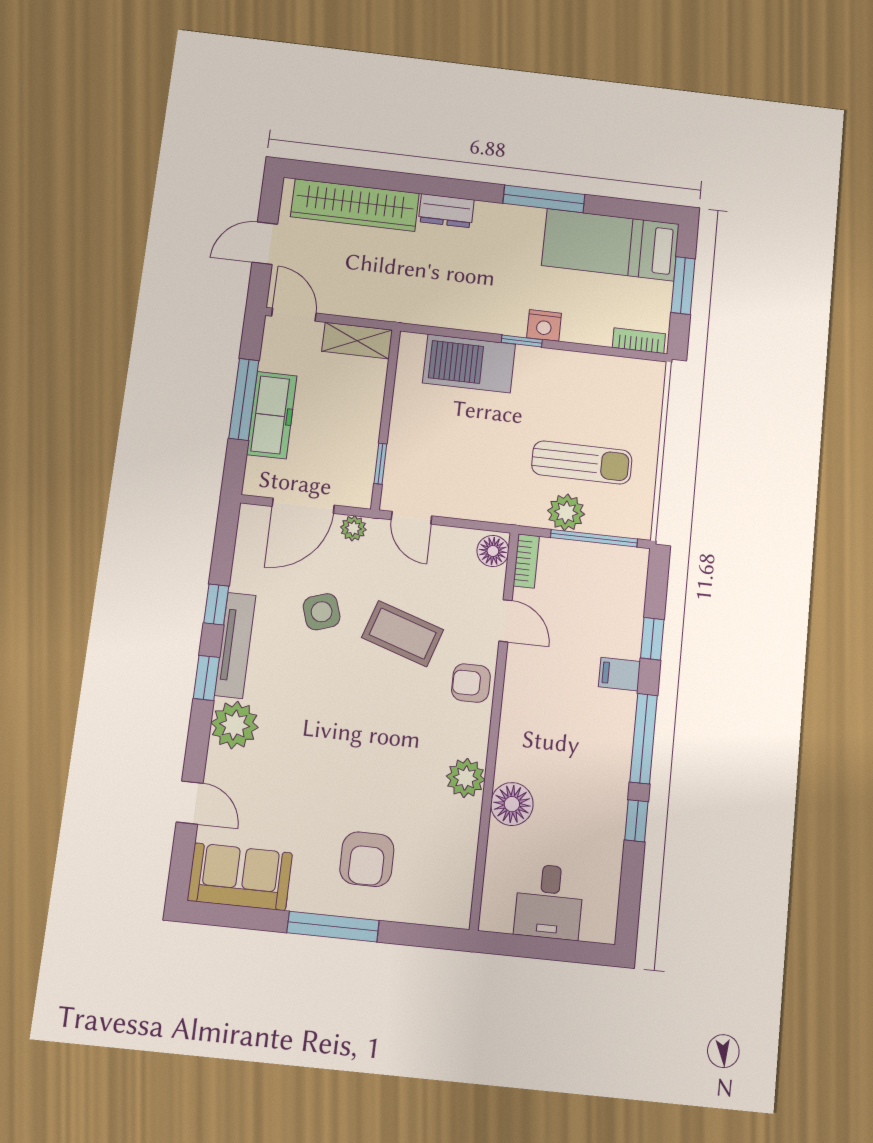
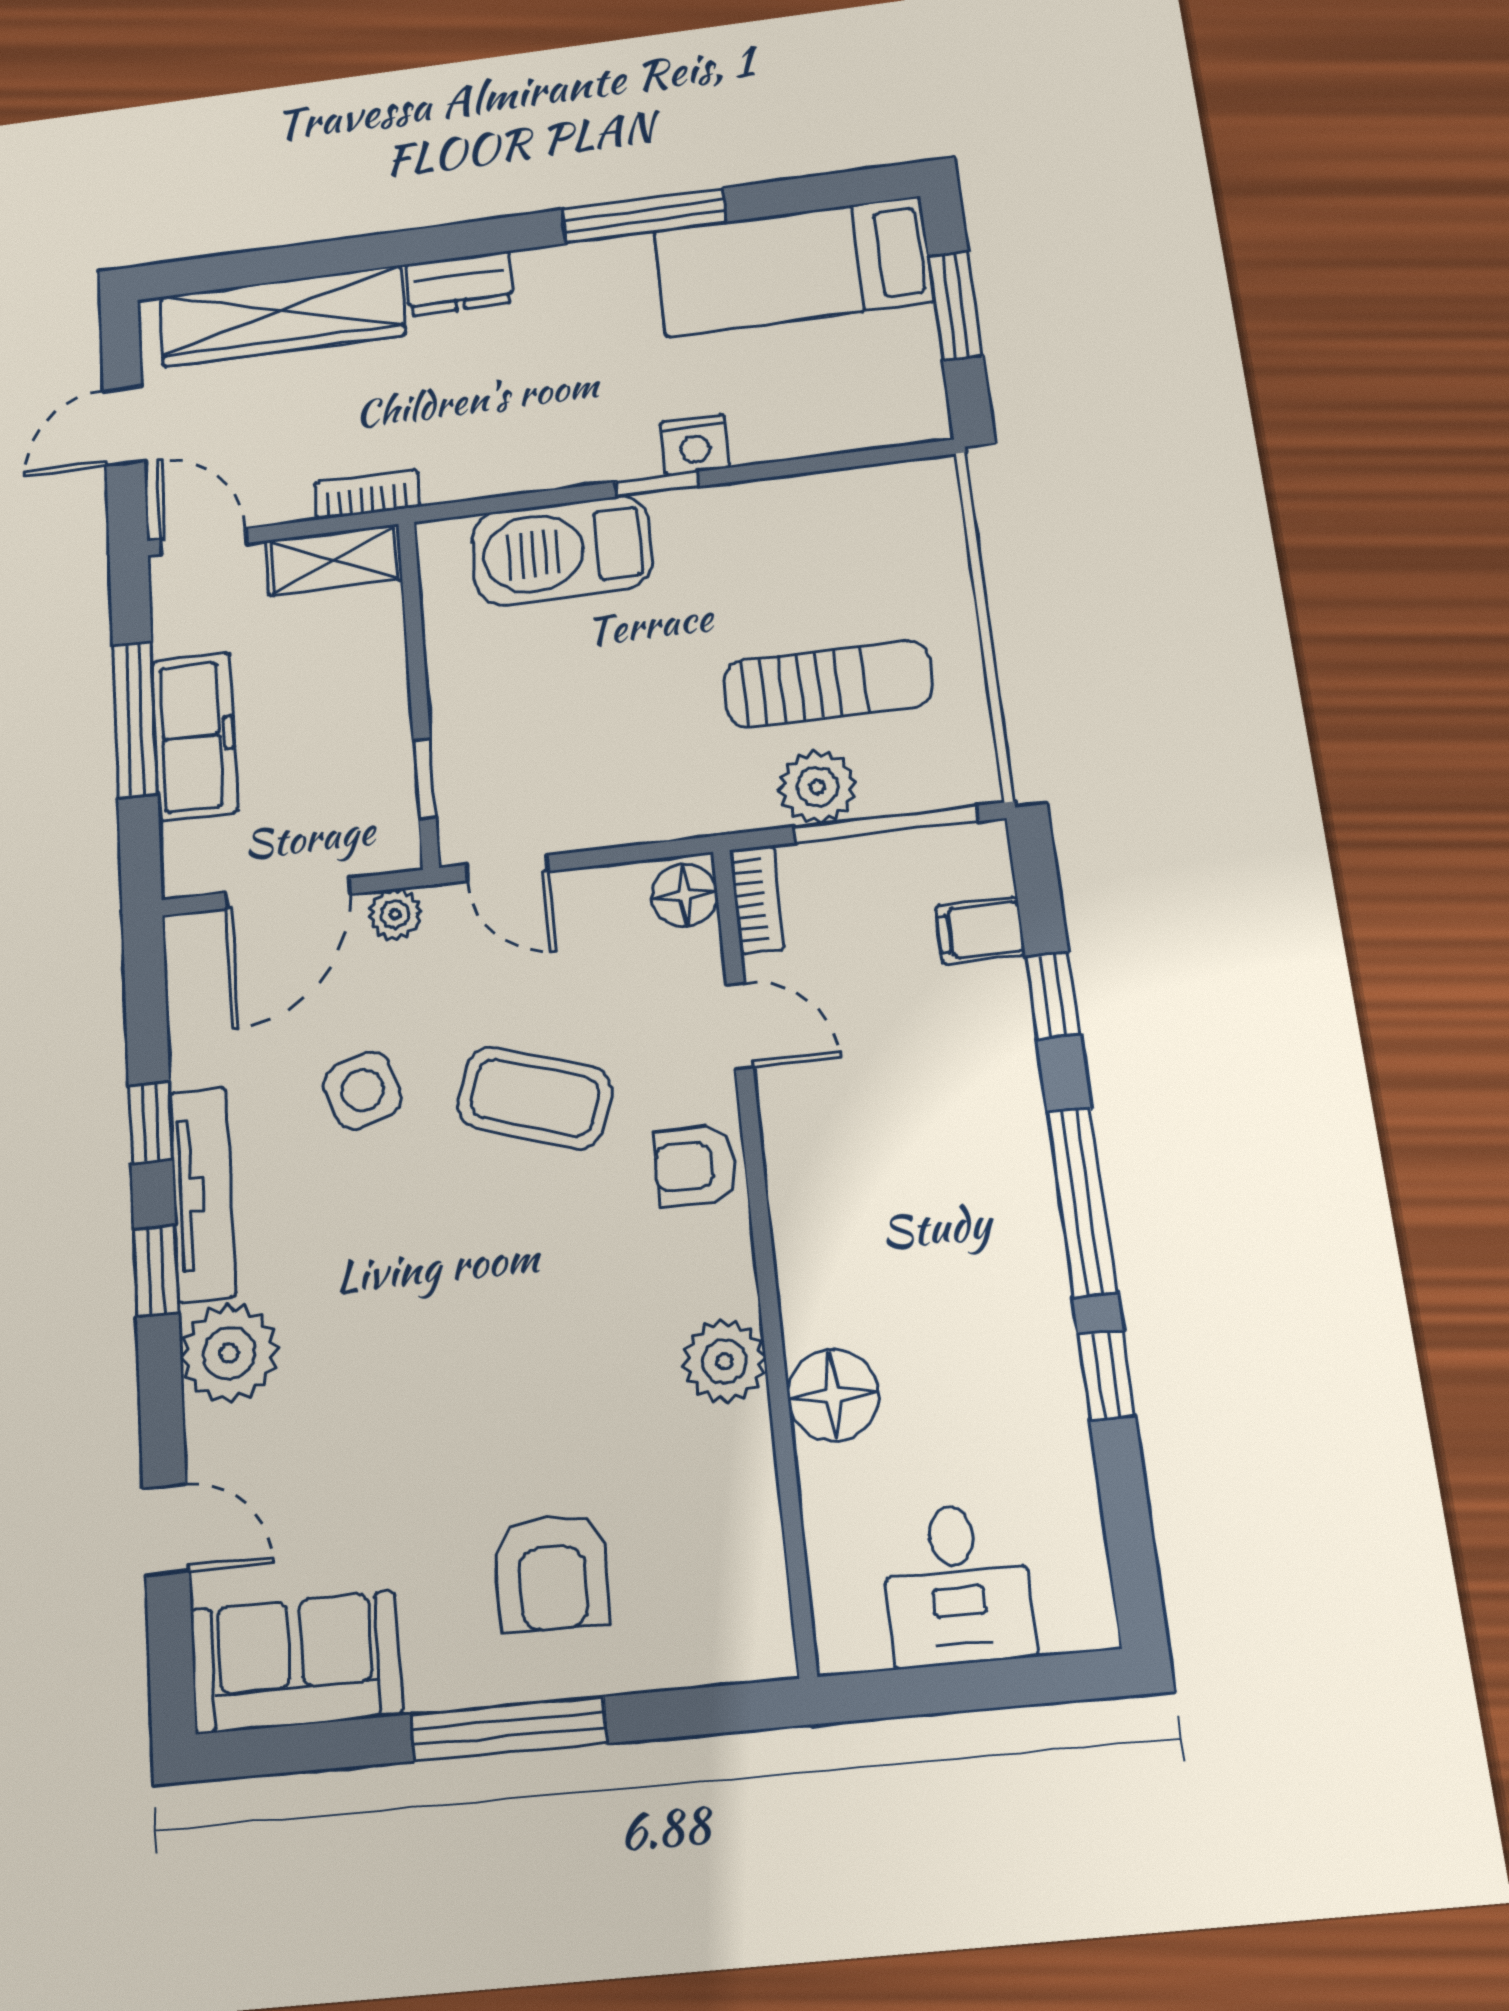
bookcase: (639, 341) -> (367, 495), moved
filing cabinet: (619, 674) -> (980, 930), moved

